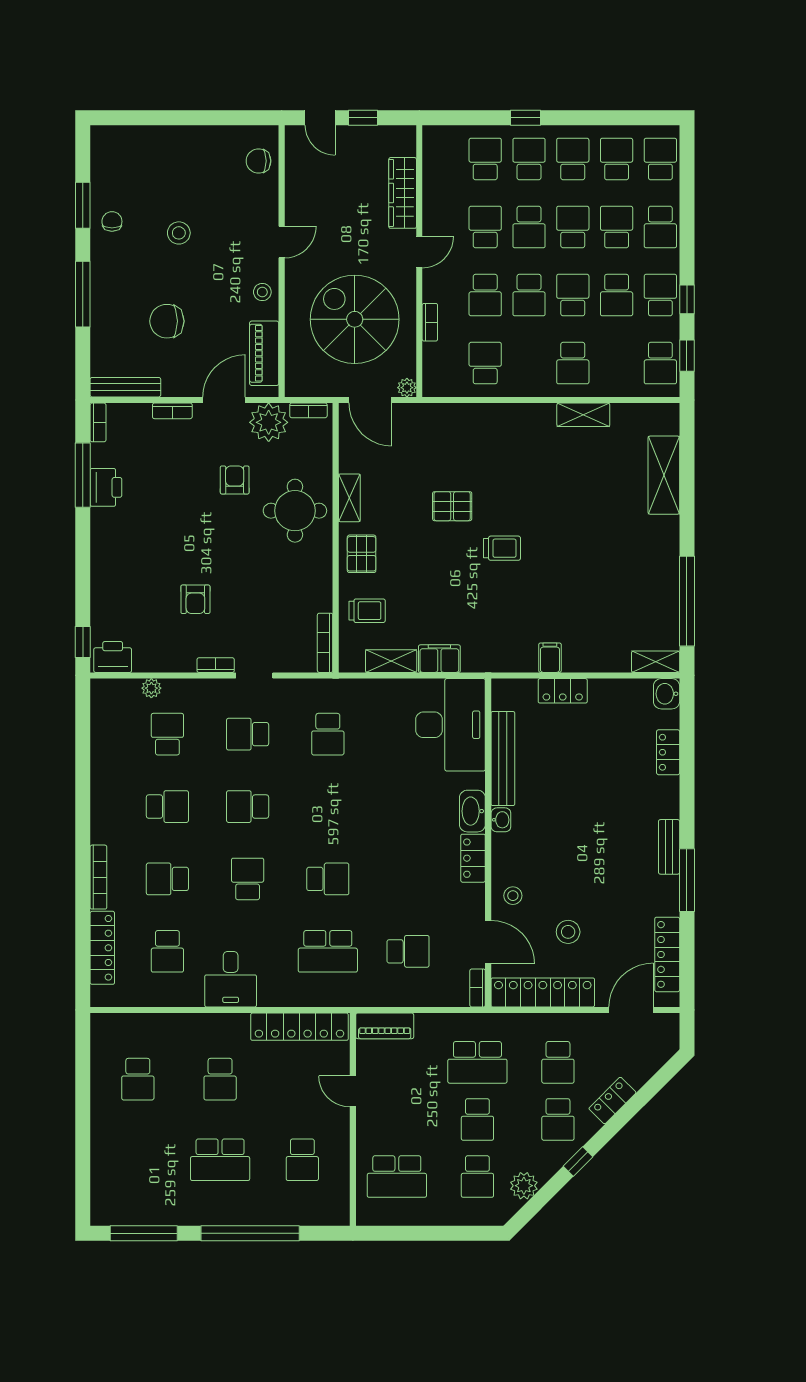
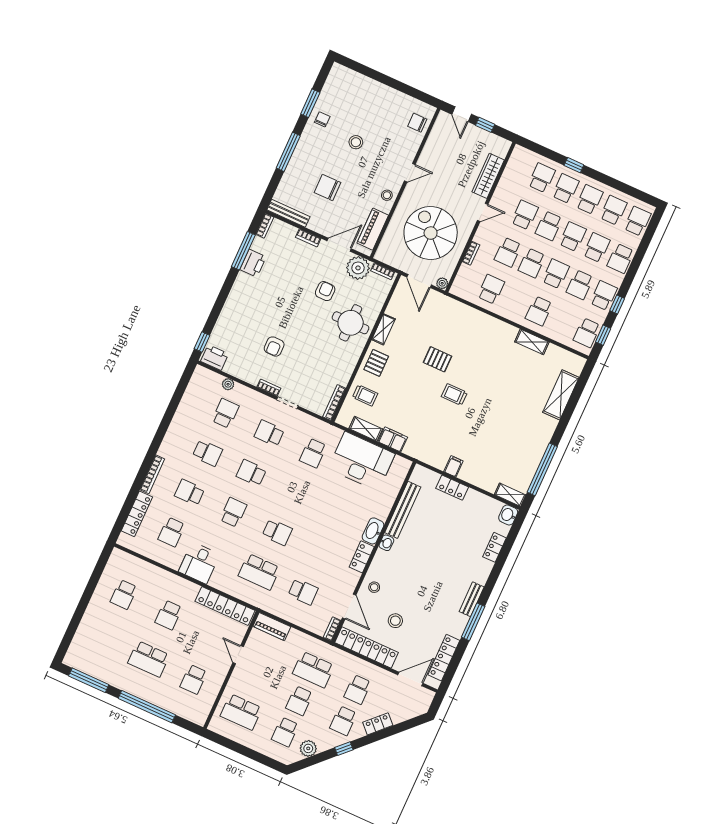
trolley: (502, 548) -> (454, 395), turned 180
desk: (451, 725) -> (362, 461), moved, turned -90

